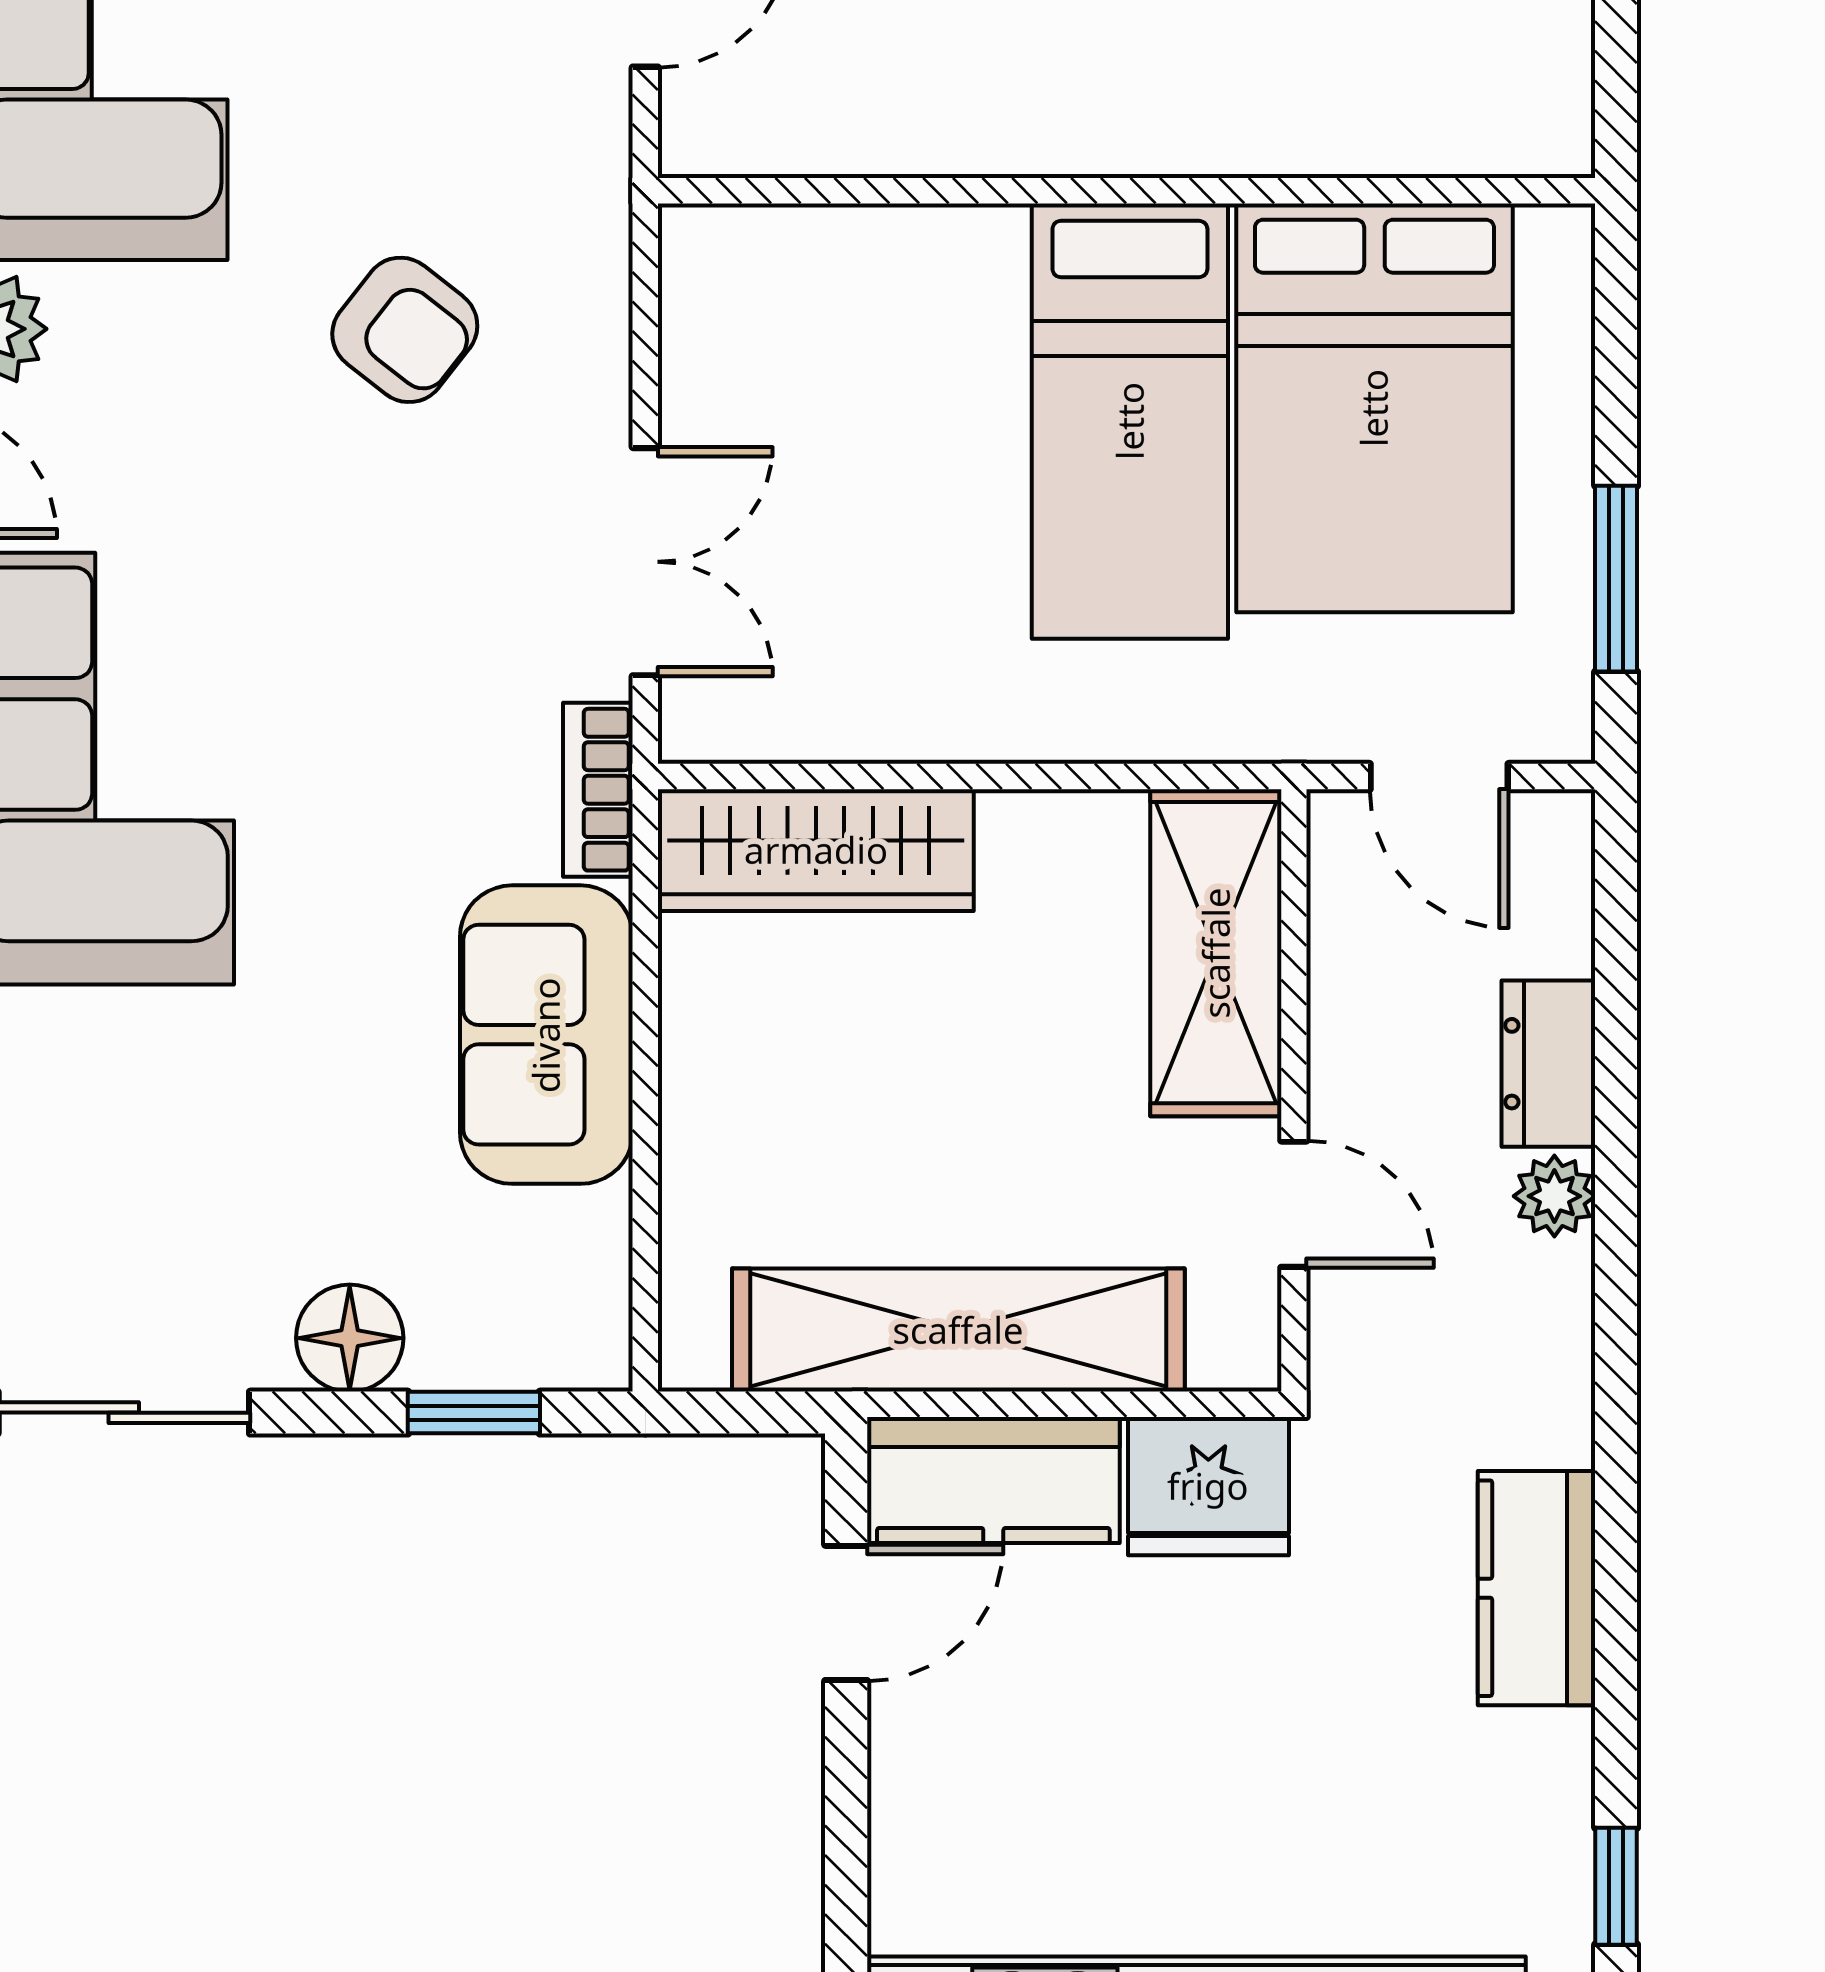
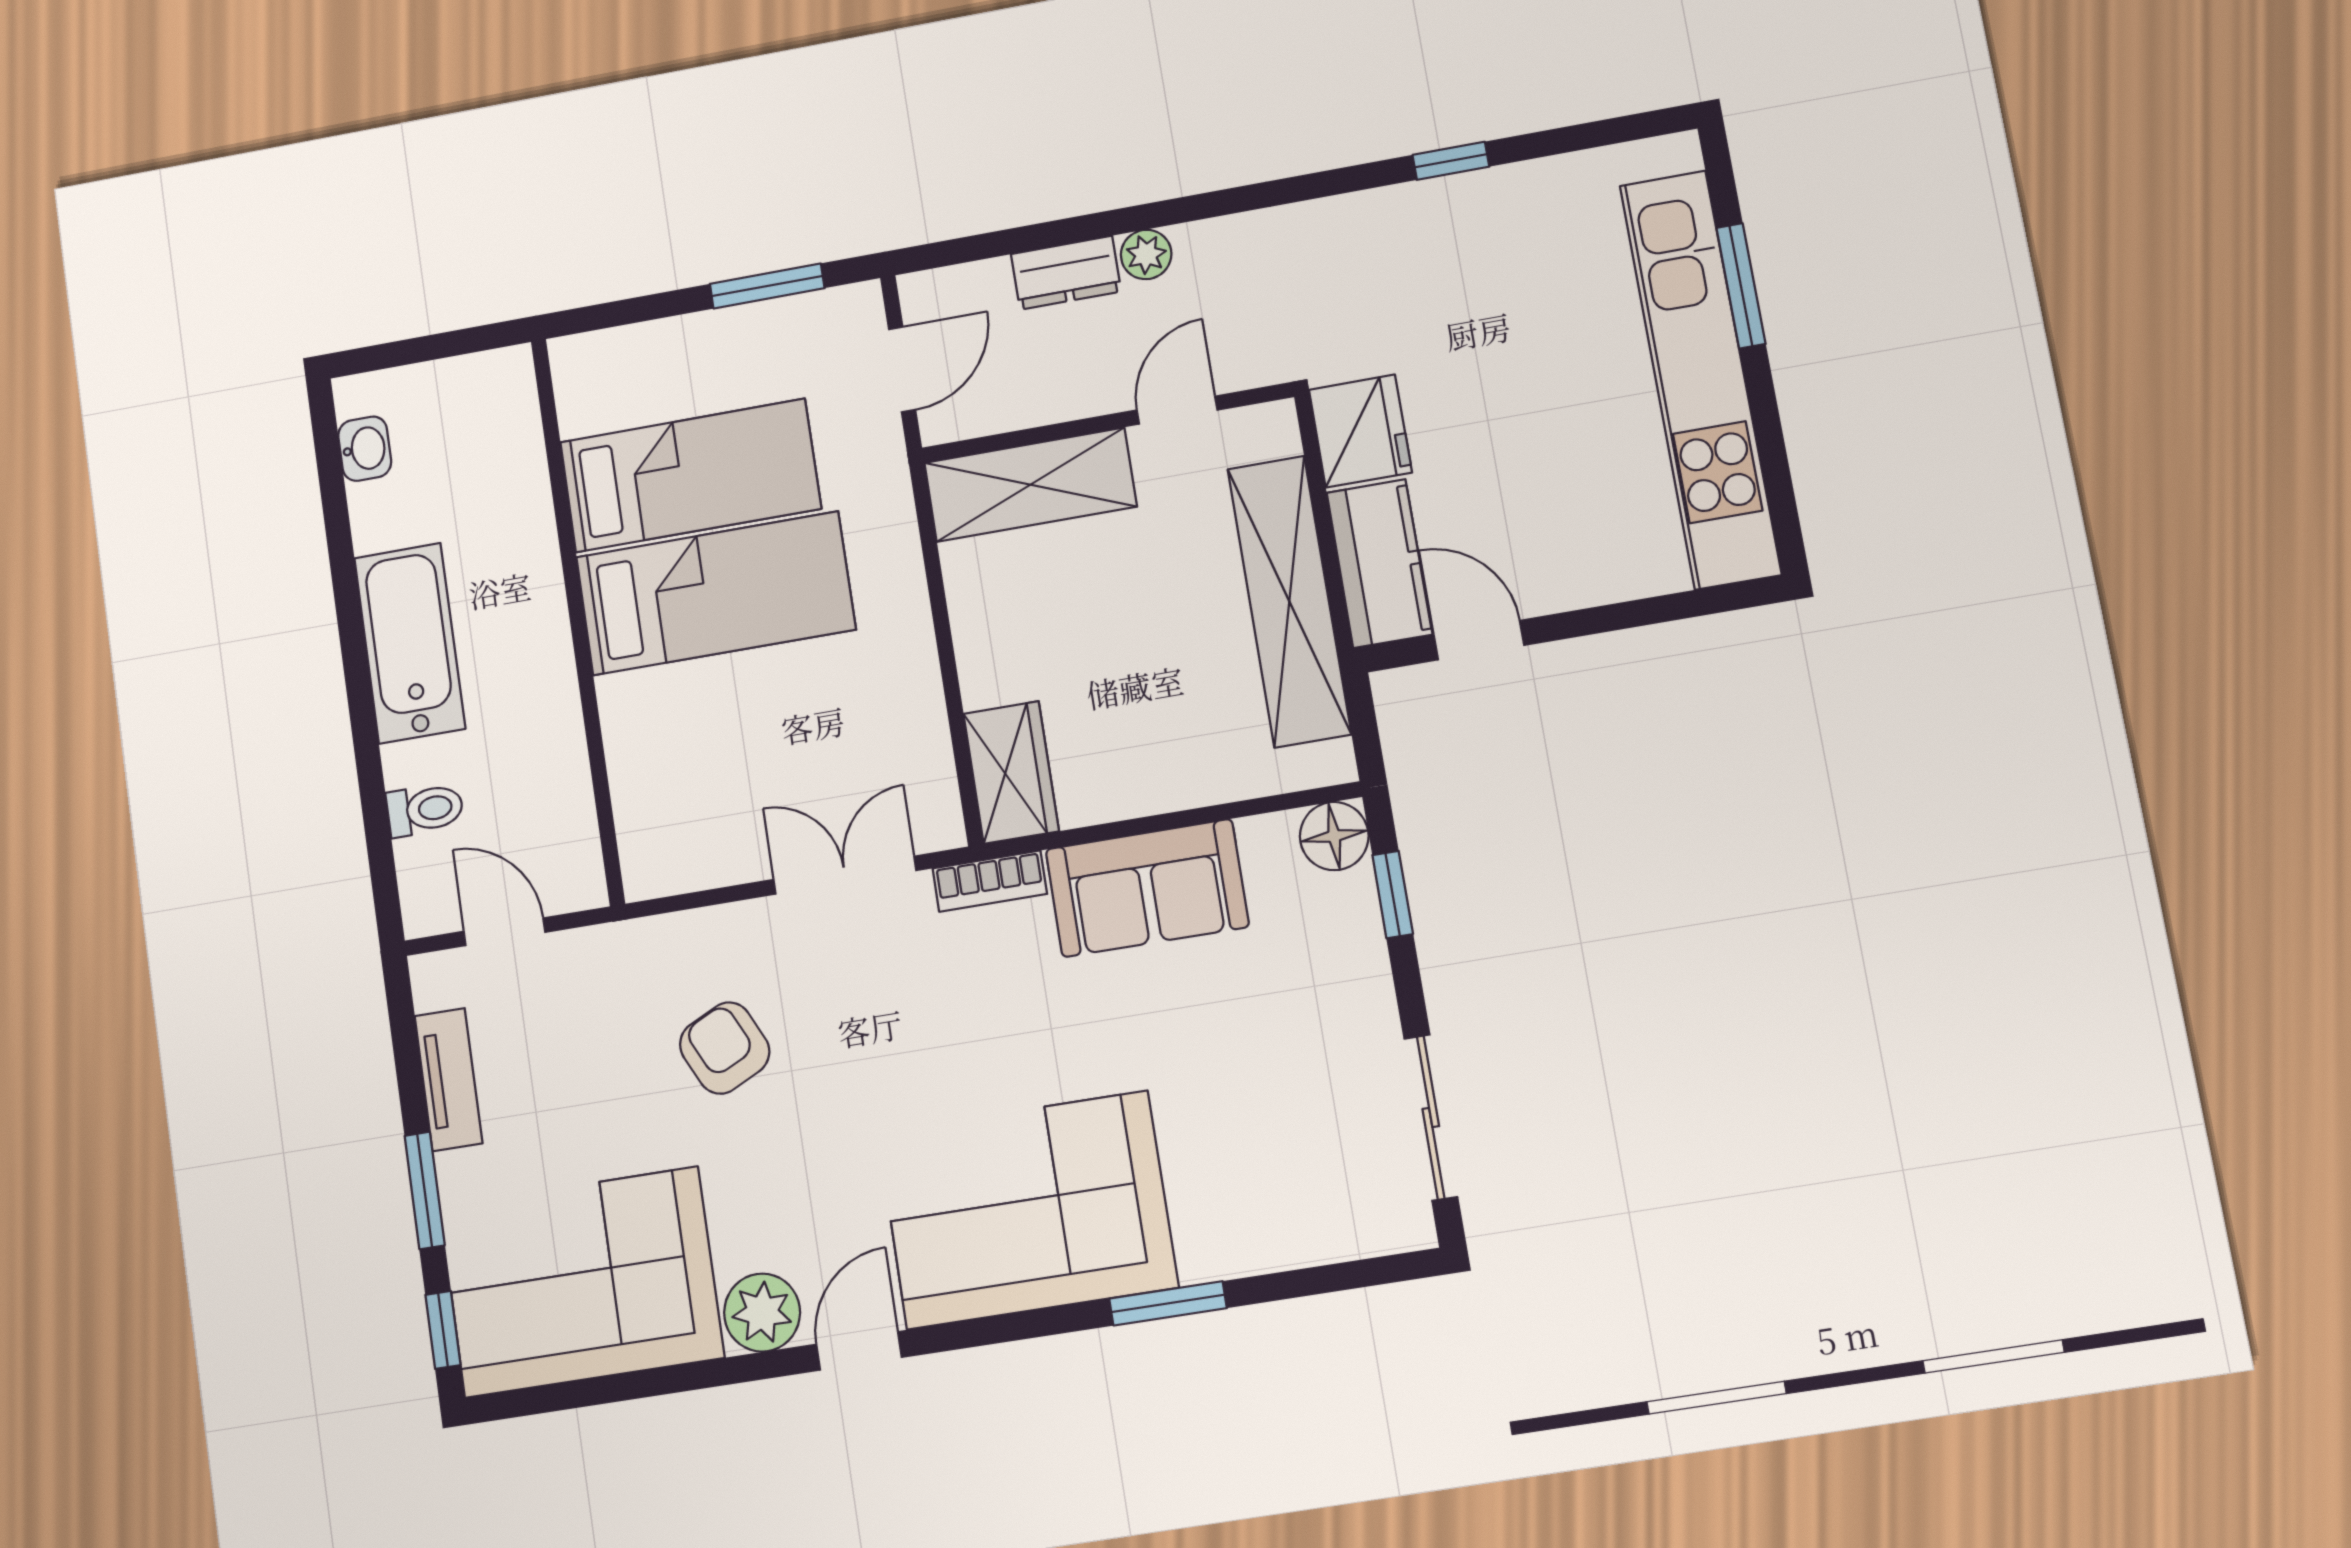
armchair: (405, 330) -> (725, 1048), turned -64
bed: (1374, 408) -> (690, 475), width x0.67
wardrobe: (816, 850) -> (1011, 772), width x0.67
floor lamp: (350, 1338) -> (1334, 836), moved
kitchen counter: (1537, 1588) -> (1389, 221), removed
window: (1616, 1886) -> (1451, 161), moved

